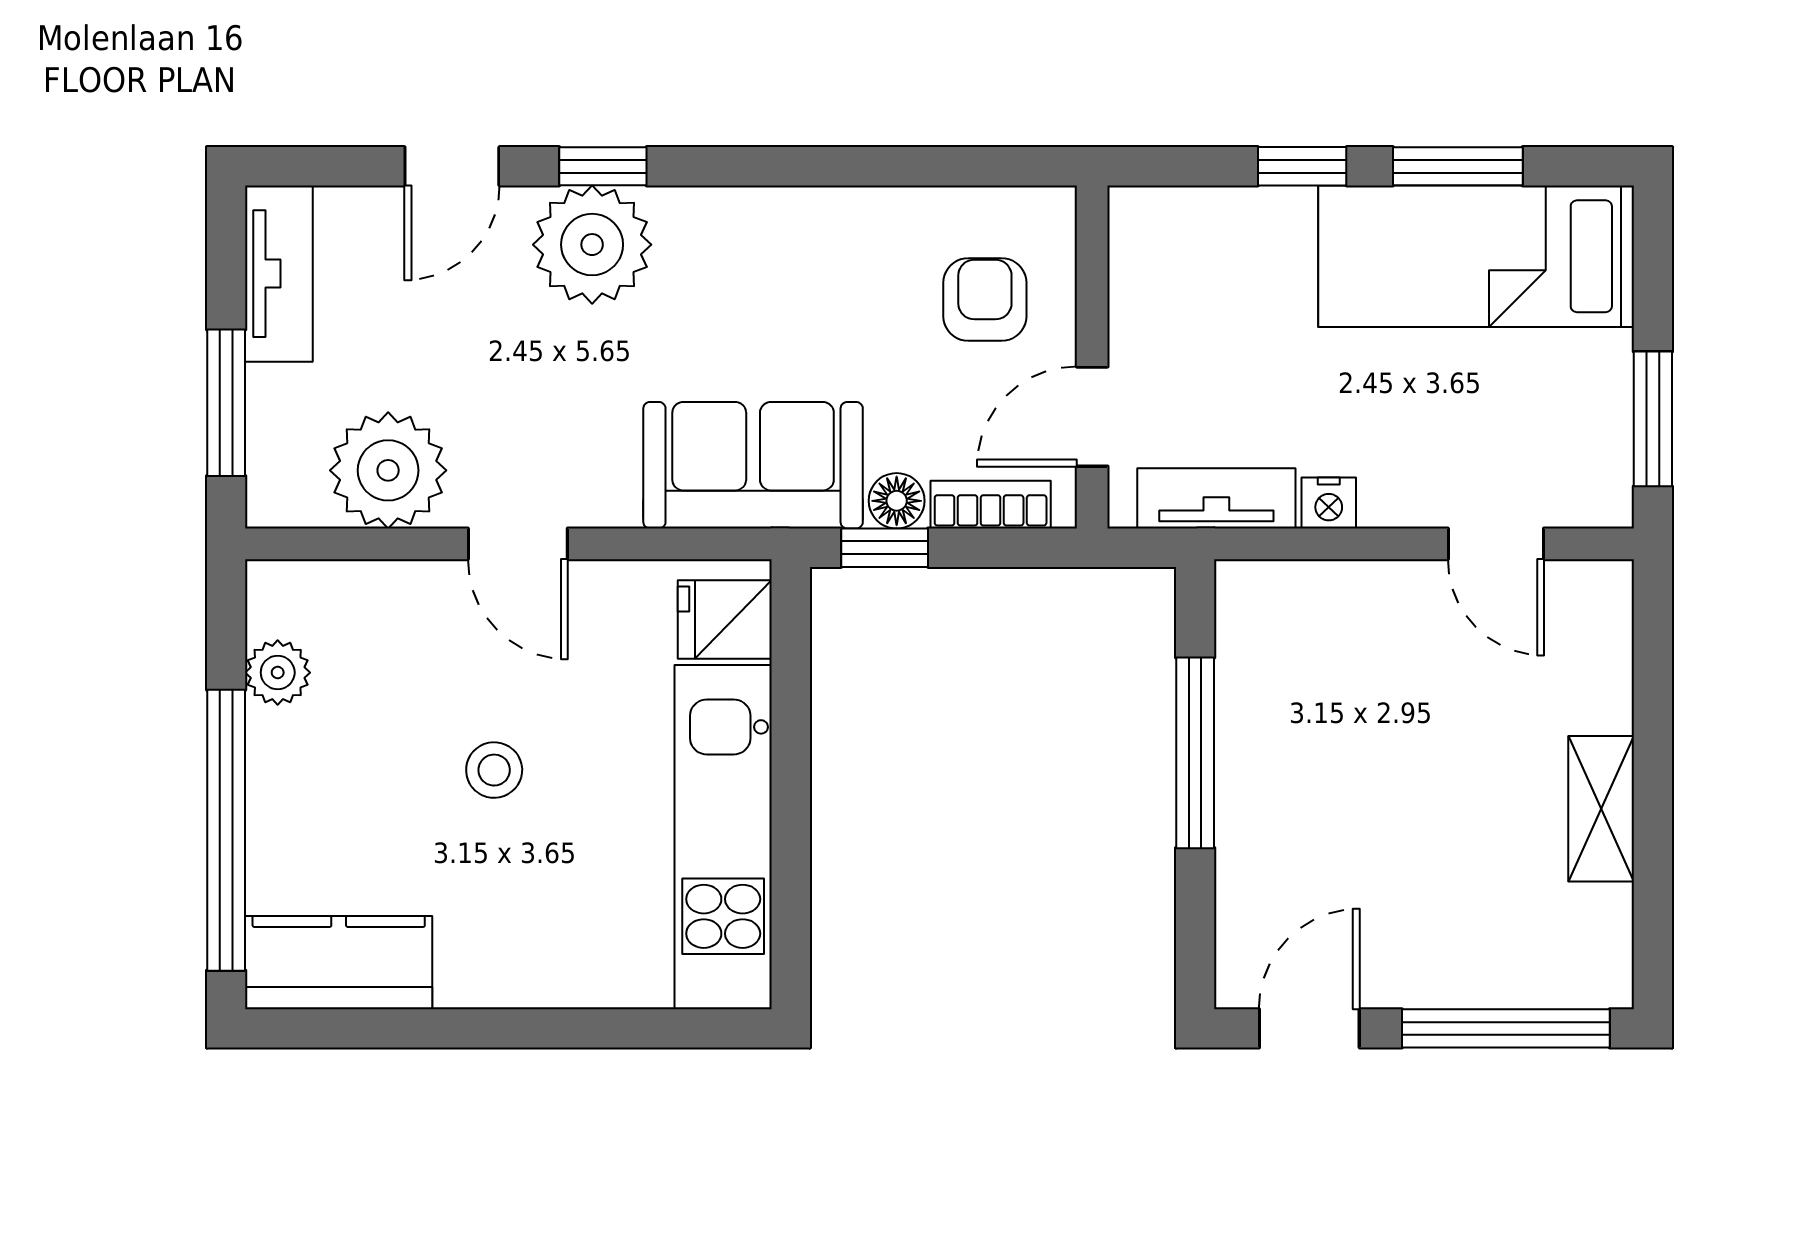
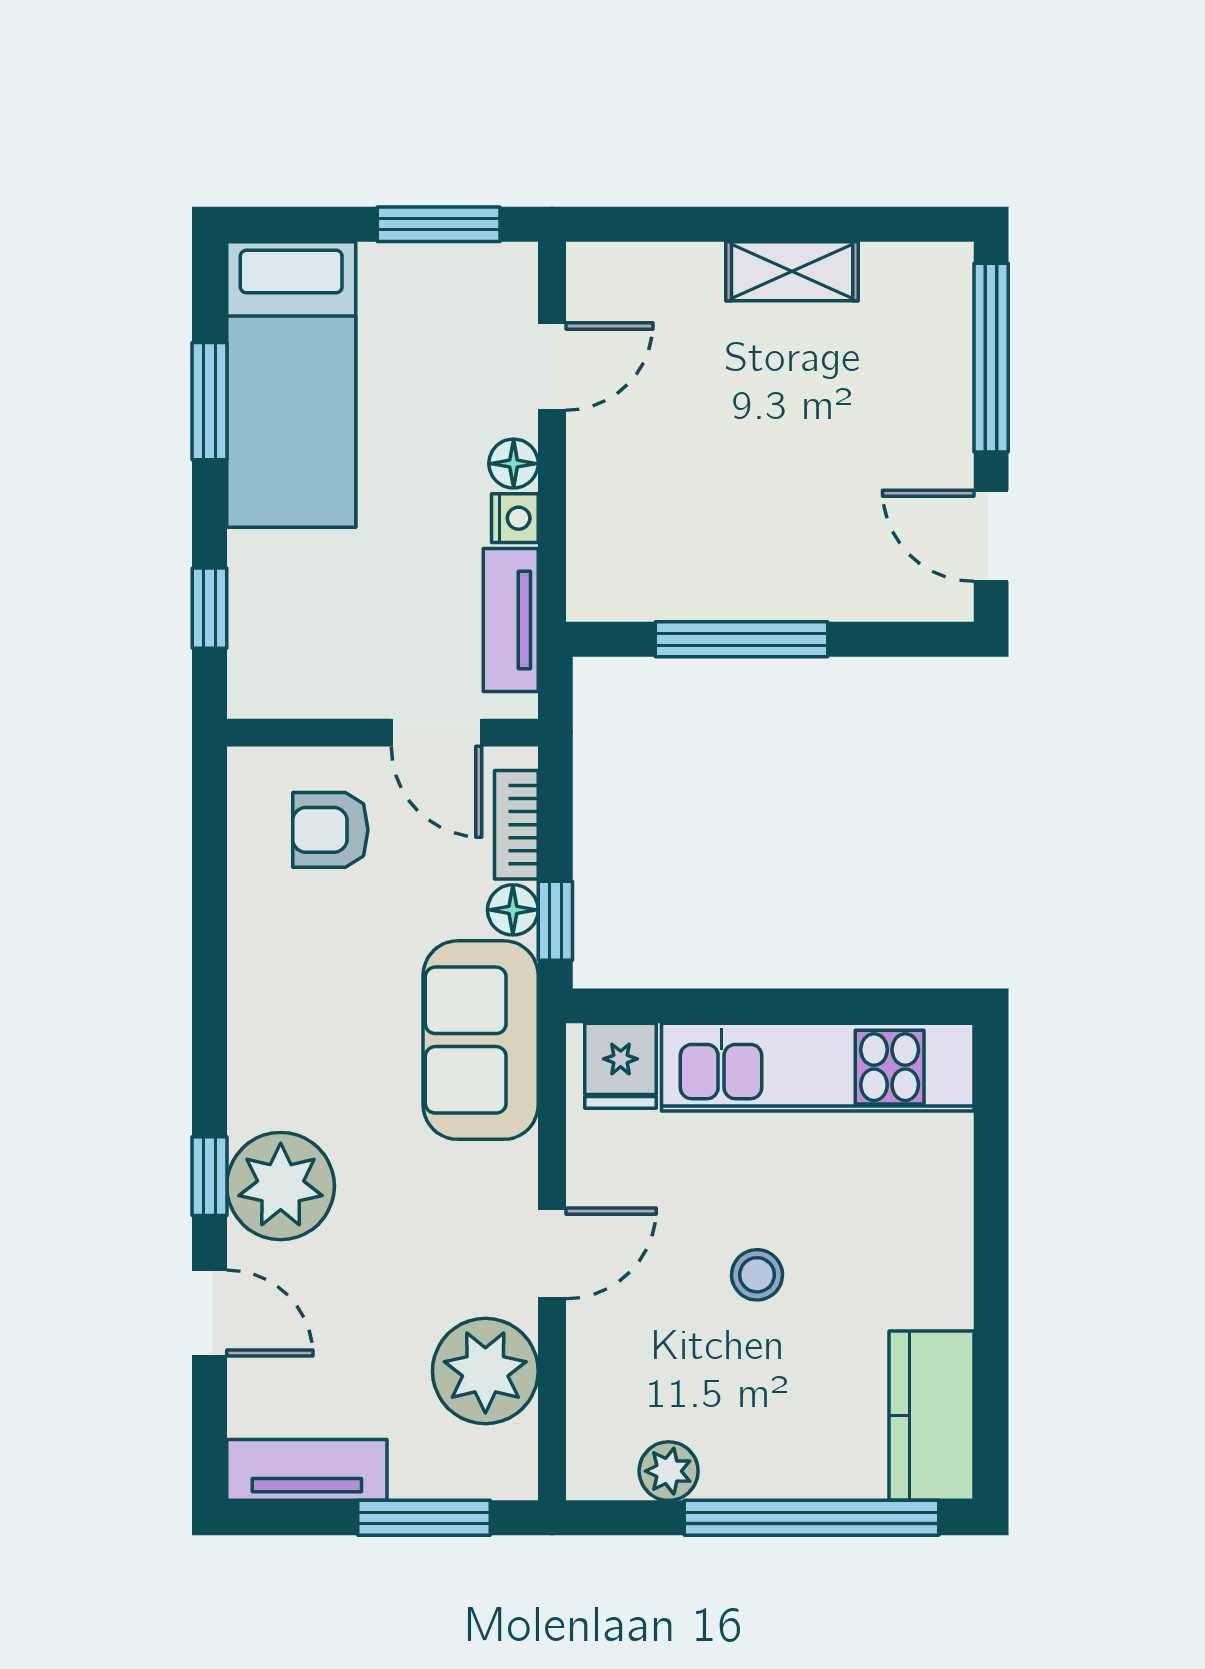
window: (1302, 166) -> (210, 608), moved
floor lamp: (1389, 502) -> (514, 464), added

